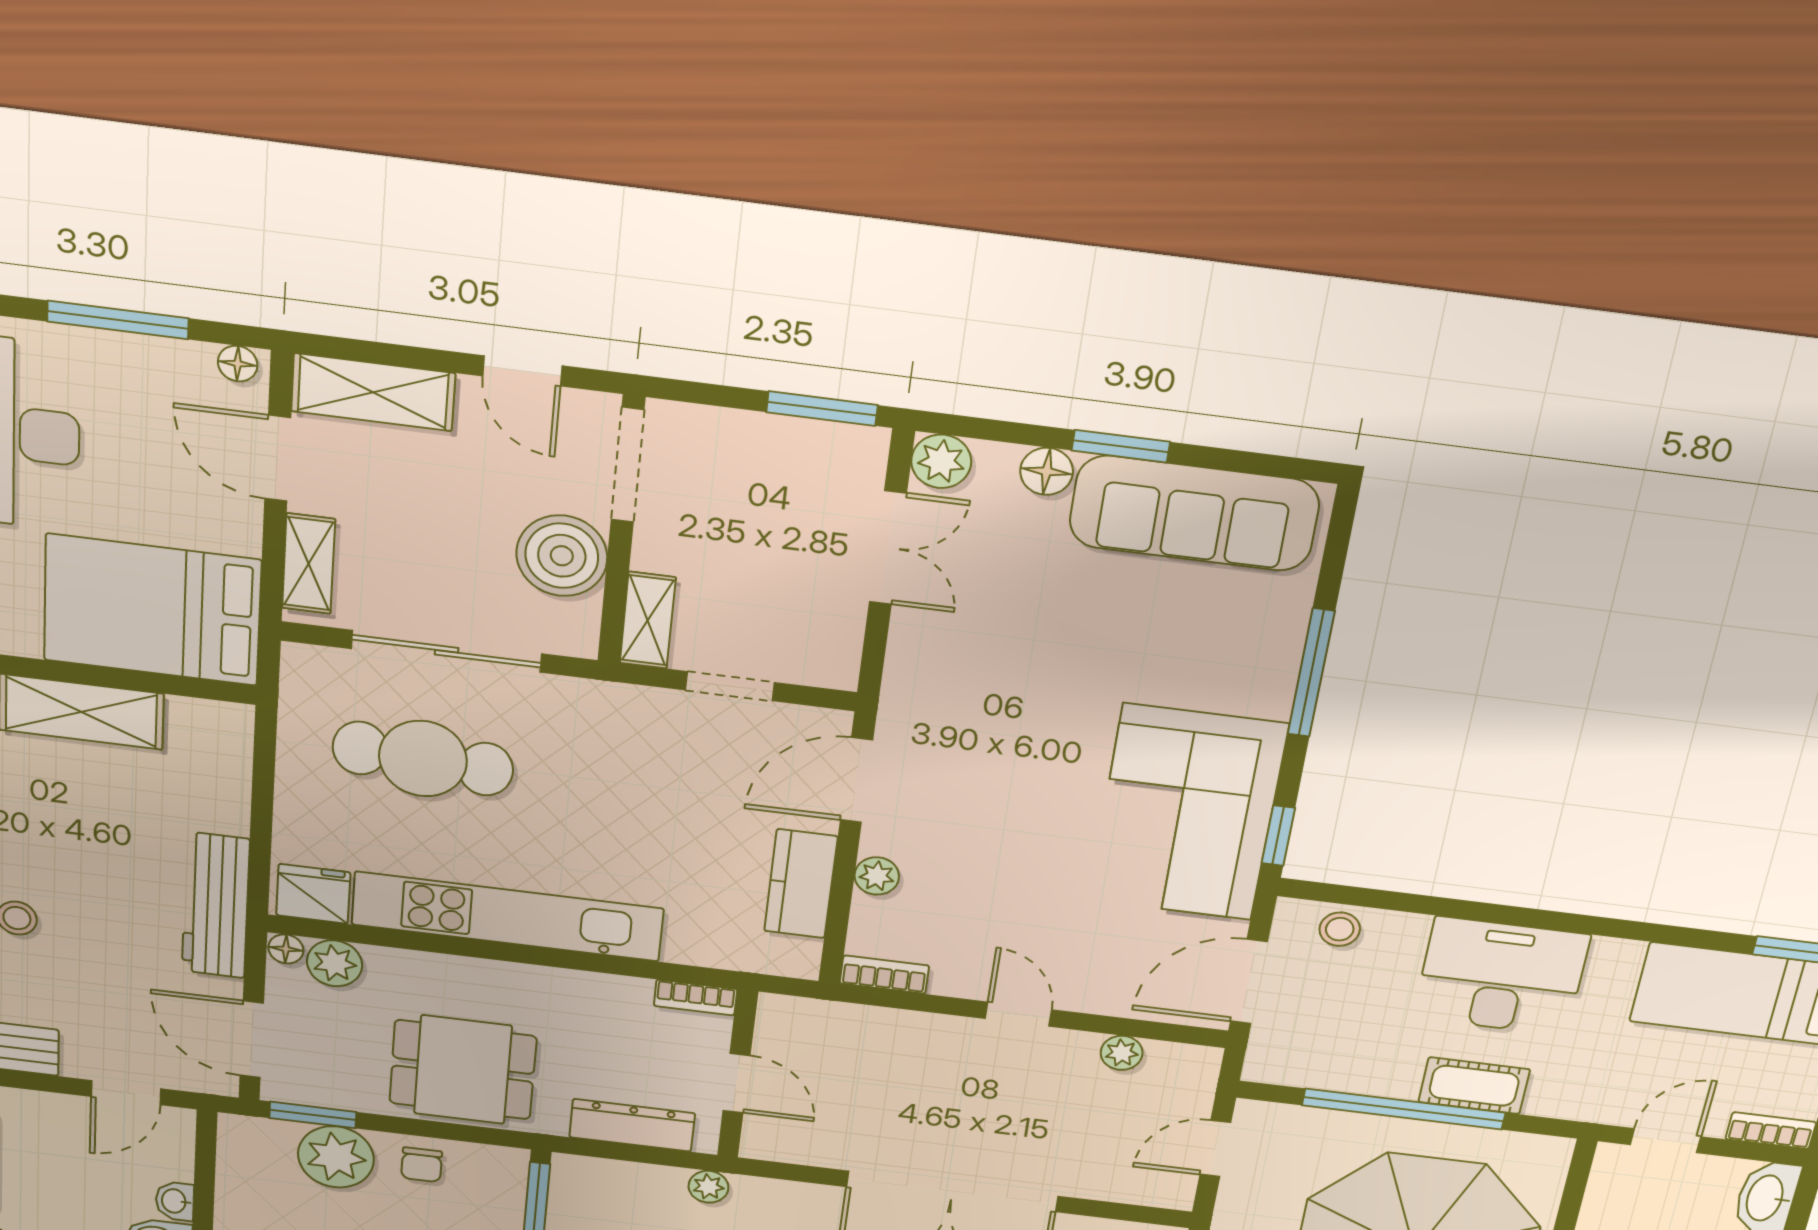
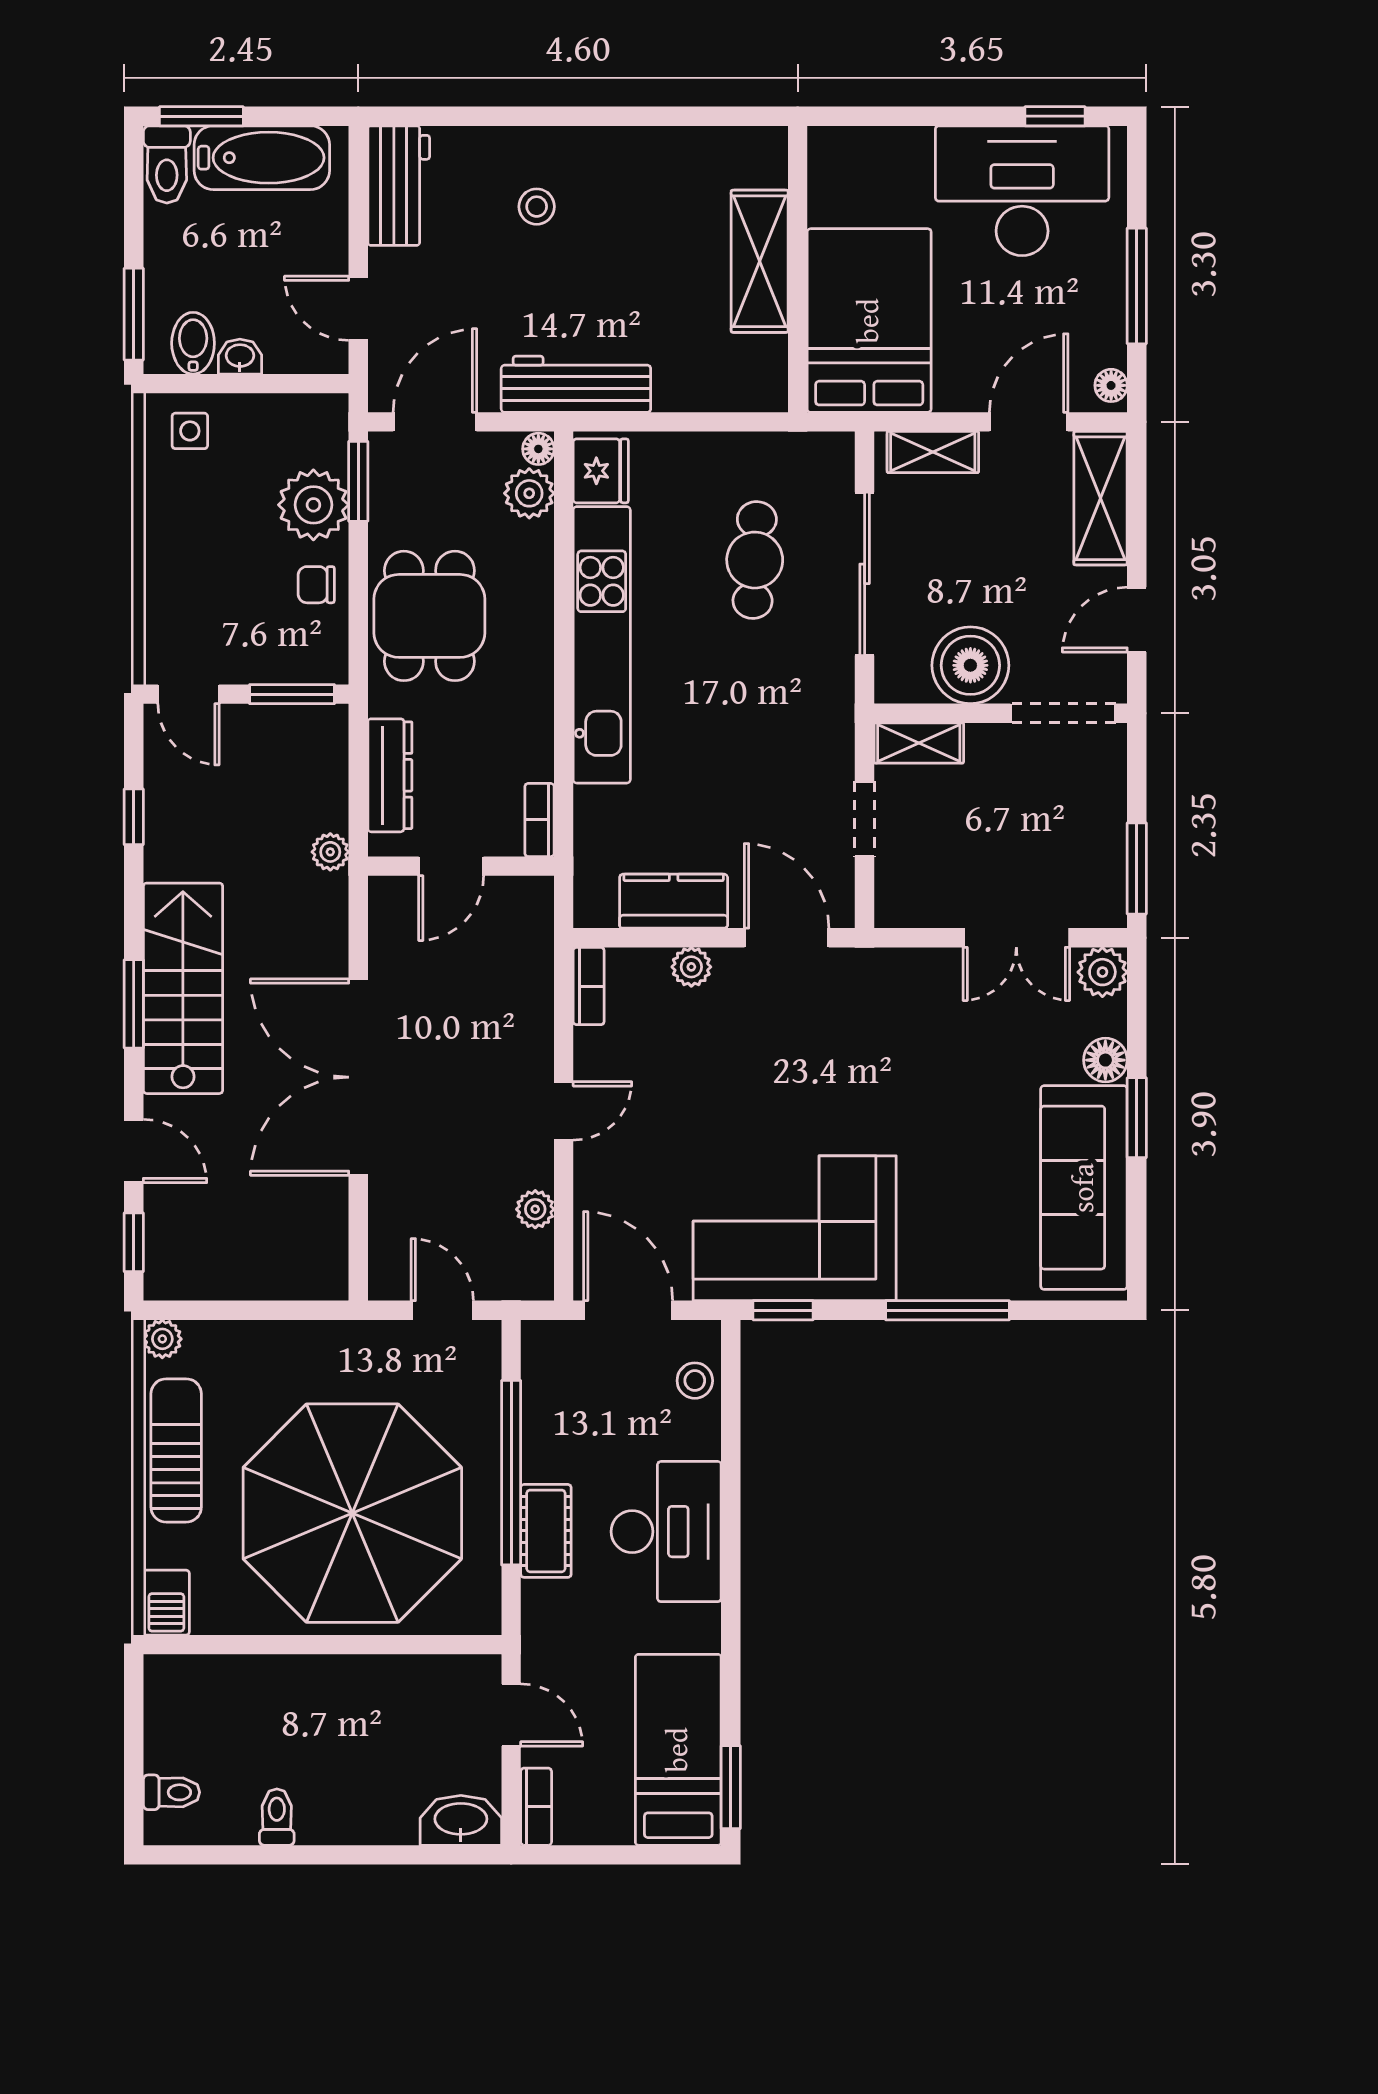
cafe table: (423, 759) -> (755, 560), width x0.73, depth x0.74

